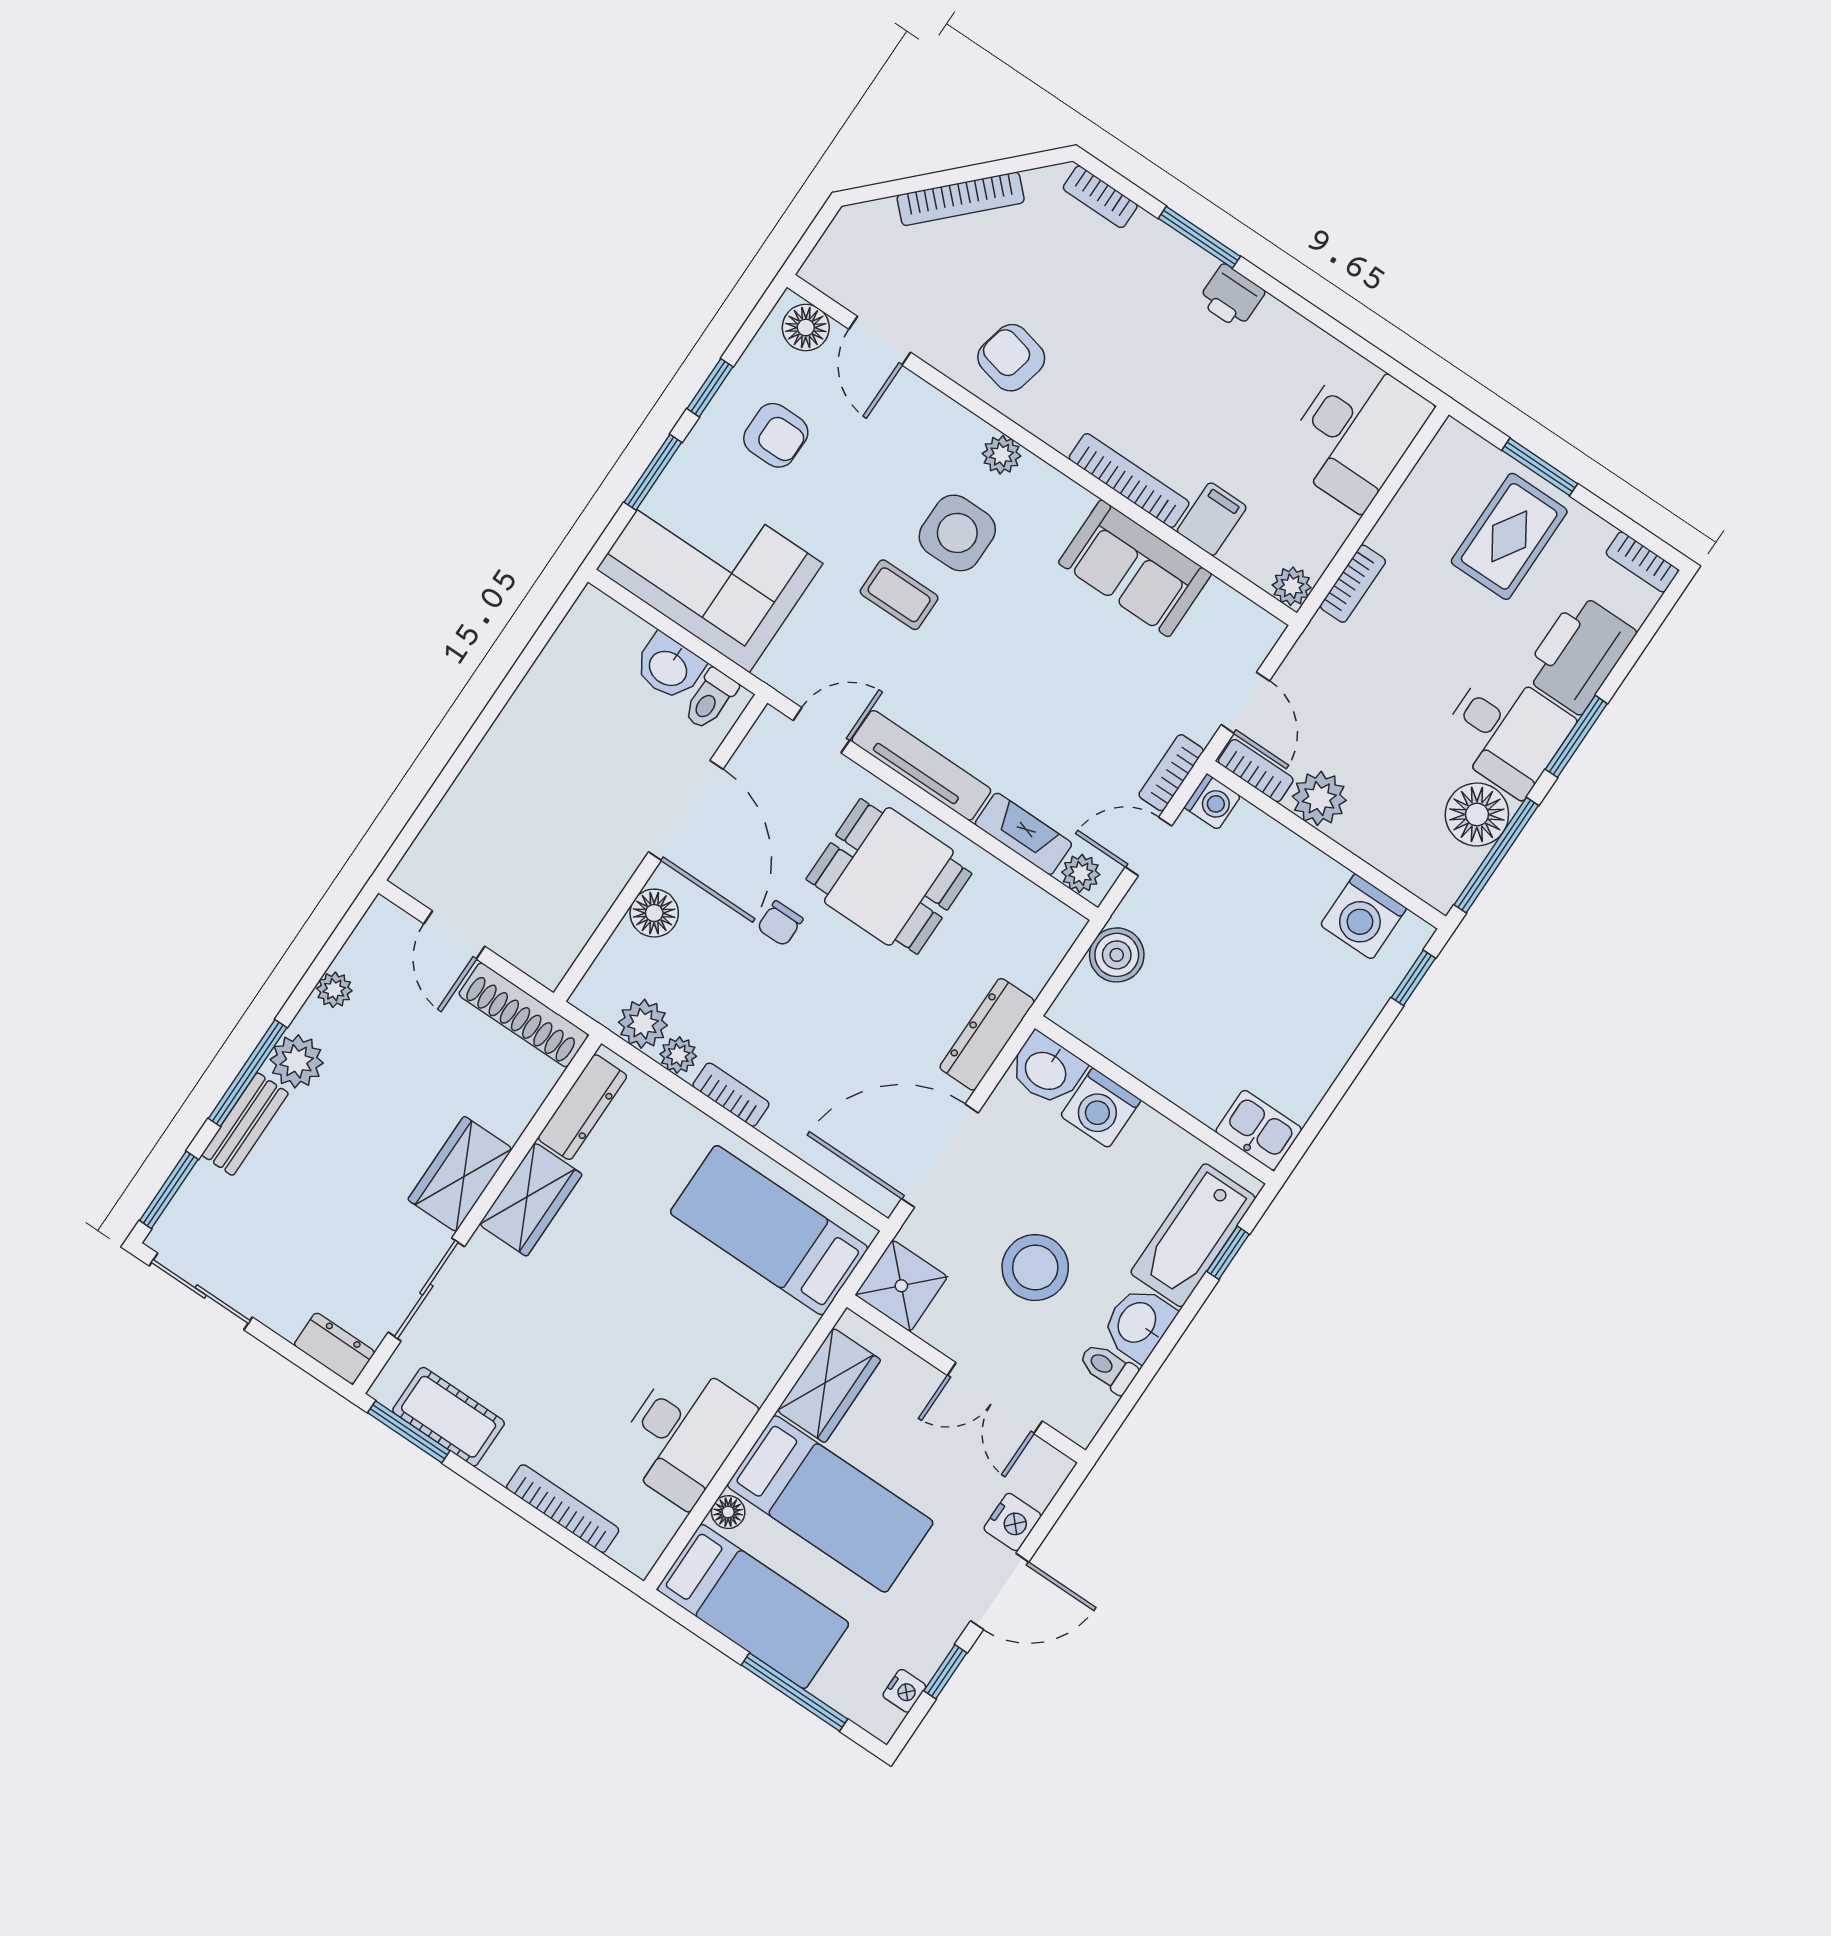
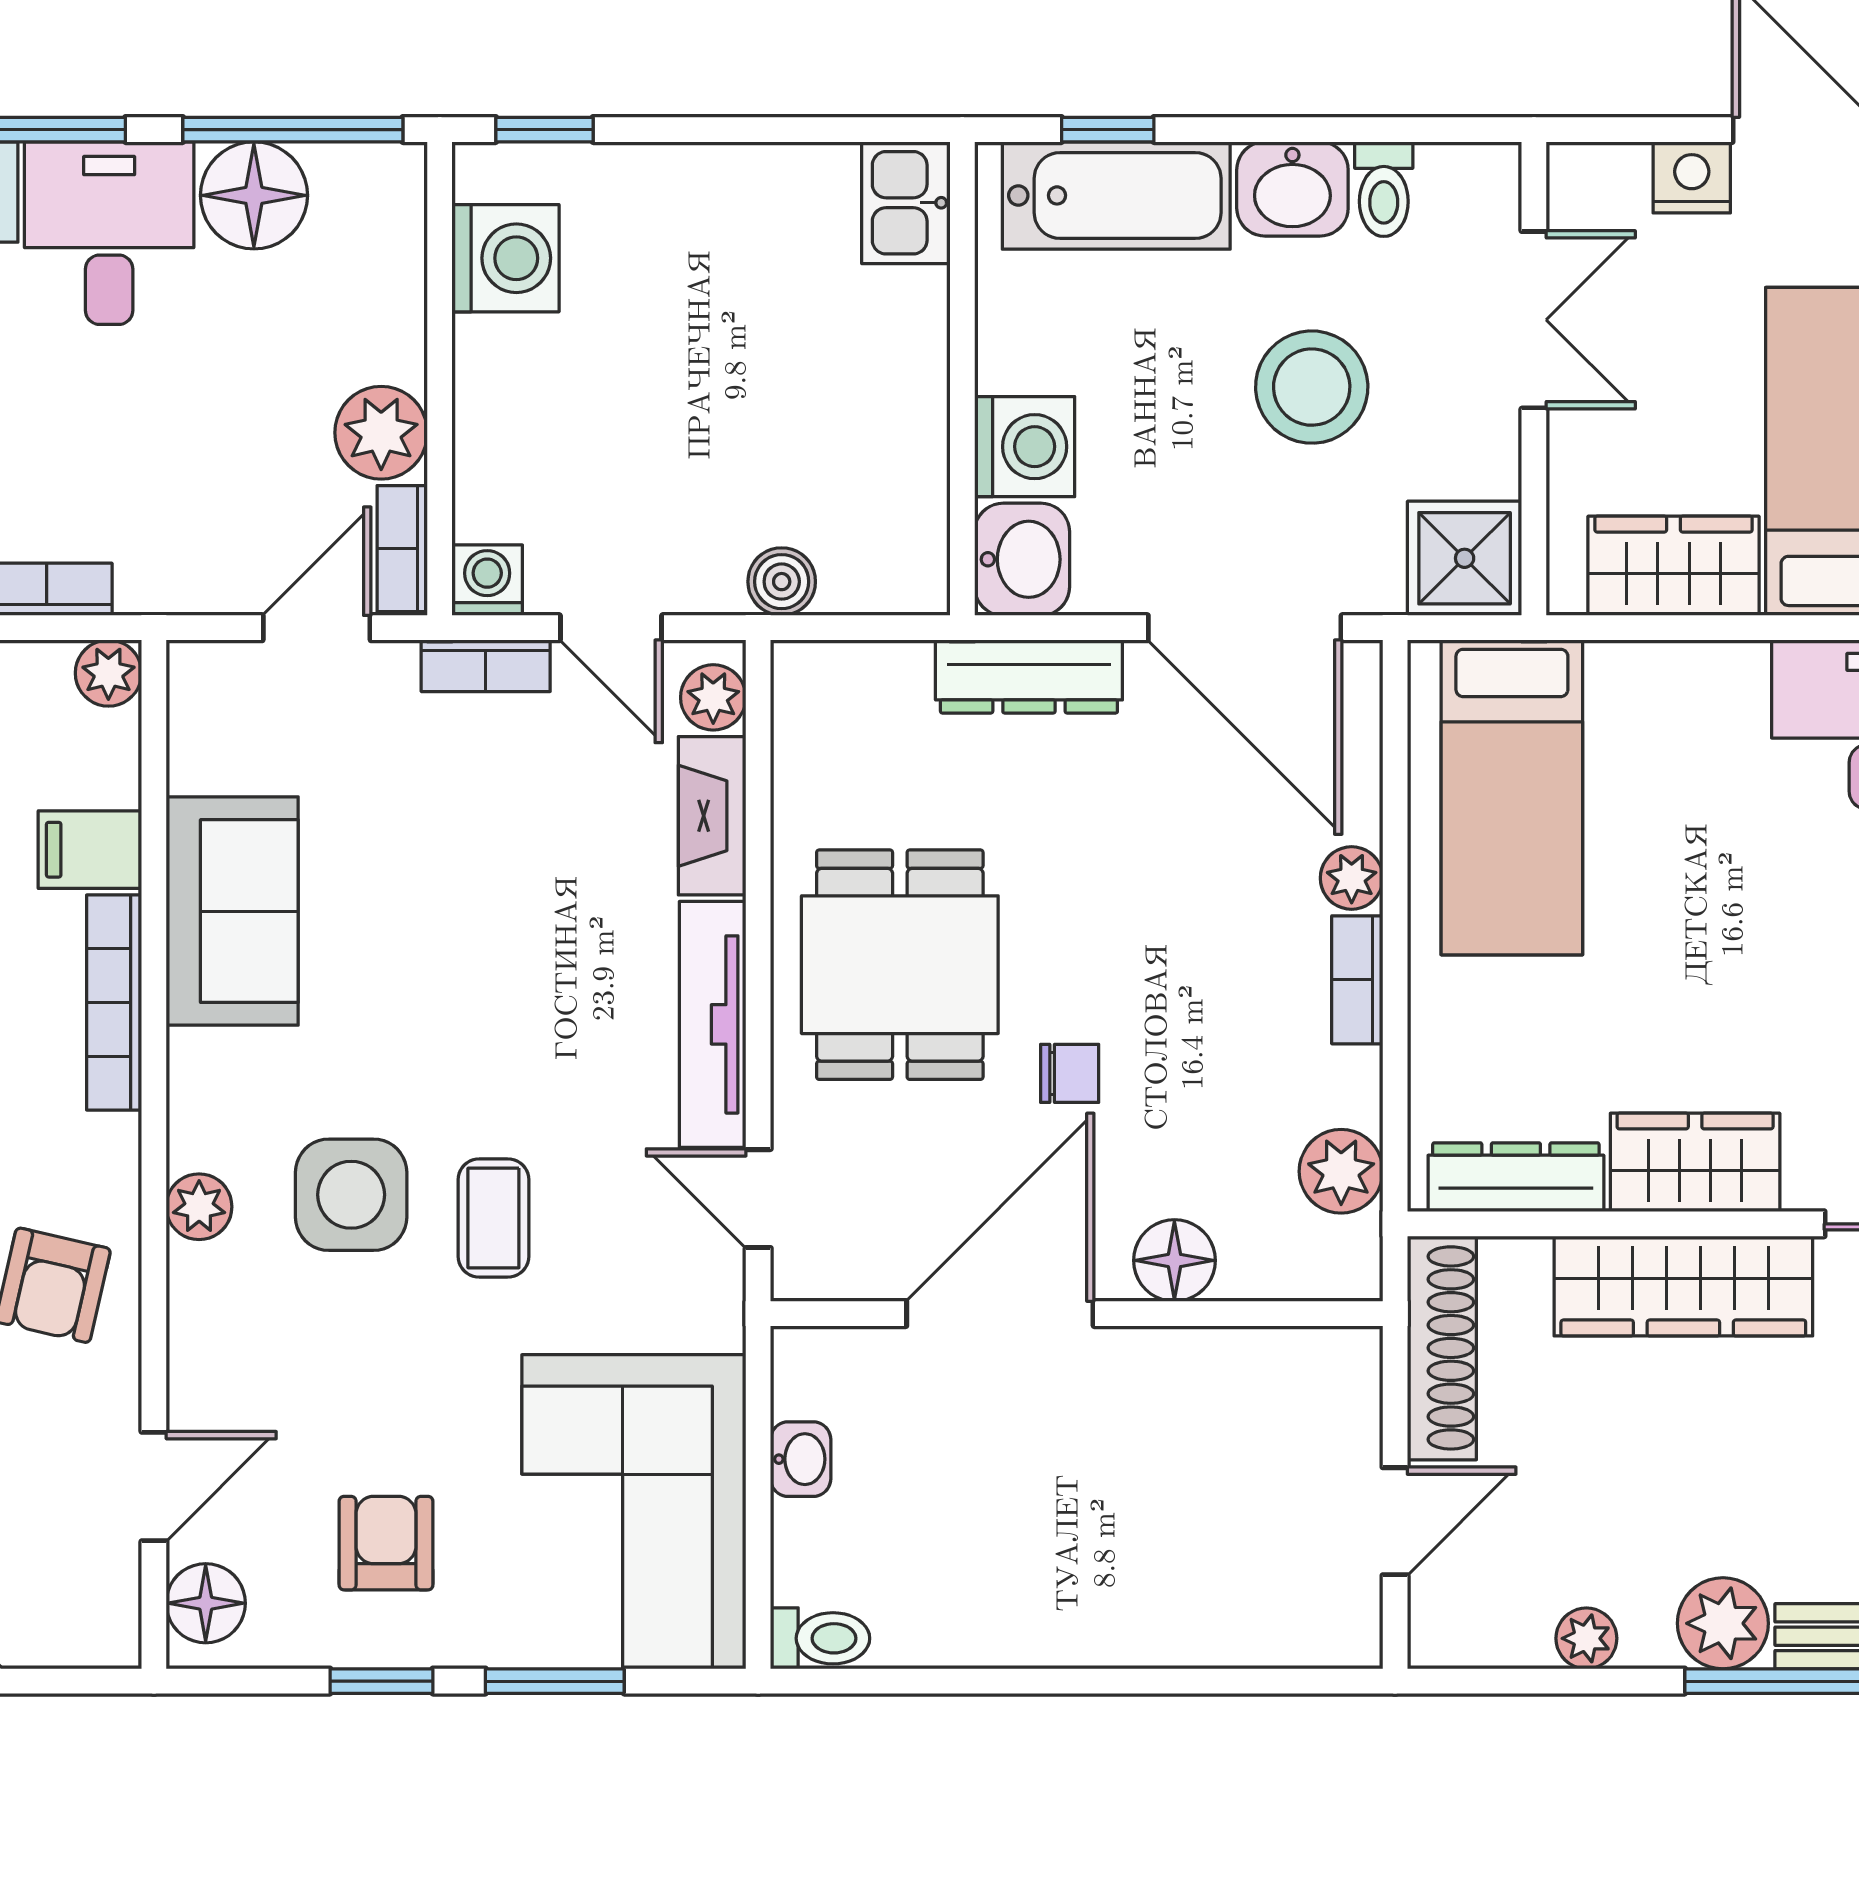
washbasin: (669, 667) -> (801, 1459), width x0.72, depth x0.69
toilet: (710, 699) -> (820, 1638), moved
boiler: (1117, 955) -> (782, 582), width x0.73, depth x0.73
plant: (678, 1055) -> (1352, 878), moved
wardrobe: (460, 1174) -> (1683, 1286), width x1.50

